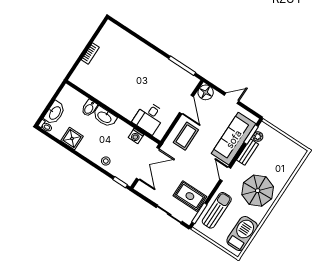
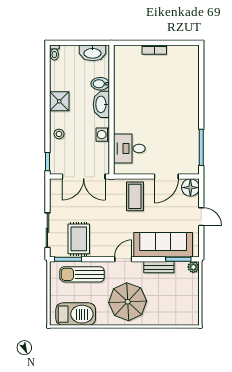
washbasin: (55, 113) -> (92, 53), moved
washing machine: (136, 136) -> (103, 135), moved
coffee table: (186, 136) -> (135, 196), turned 90
plant: (258, 137) -> (193, 267), moved
shower: (72, 139) -> (59, 101), moved
sun lounger: (217, 210) -> (82, 274), turned 180

